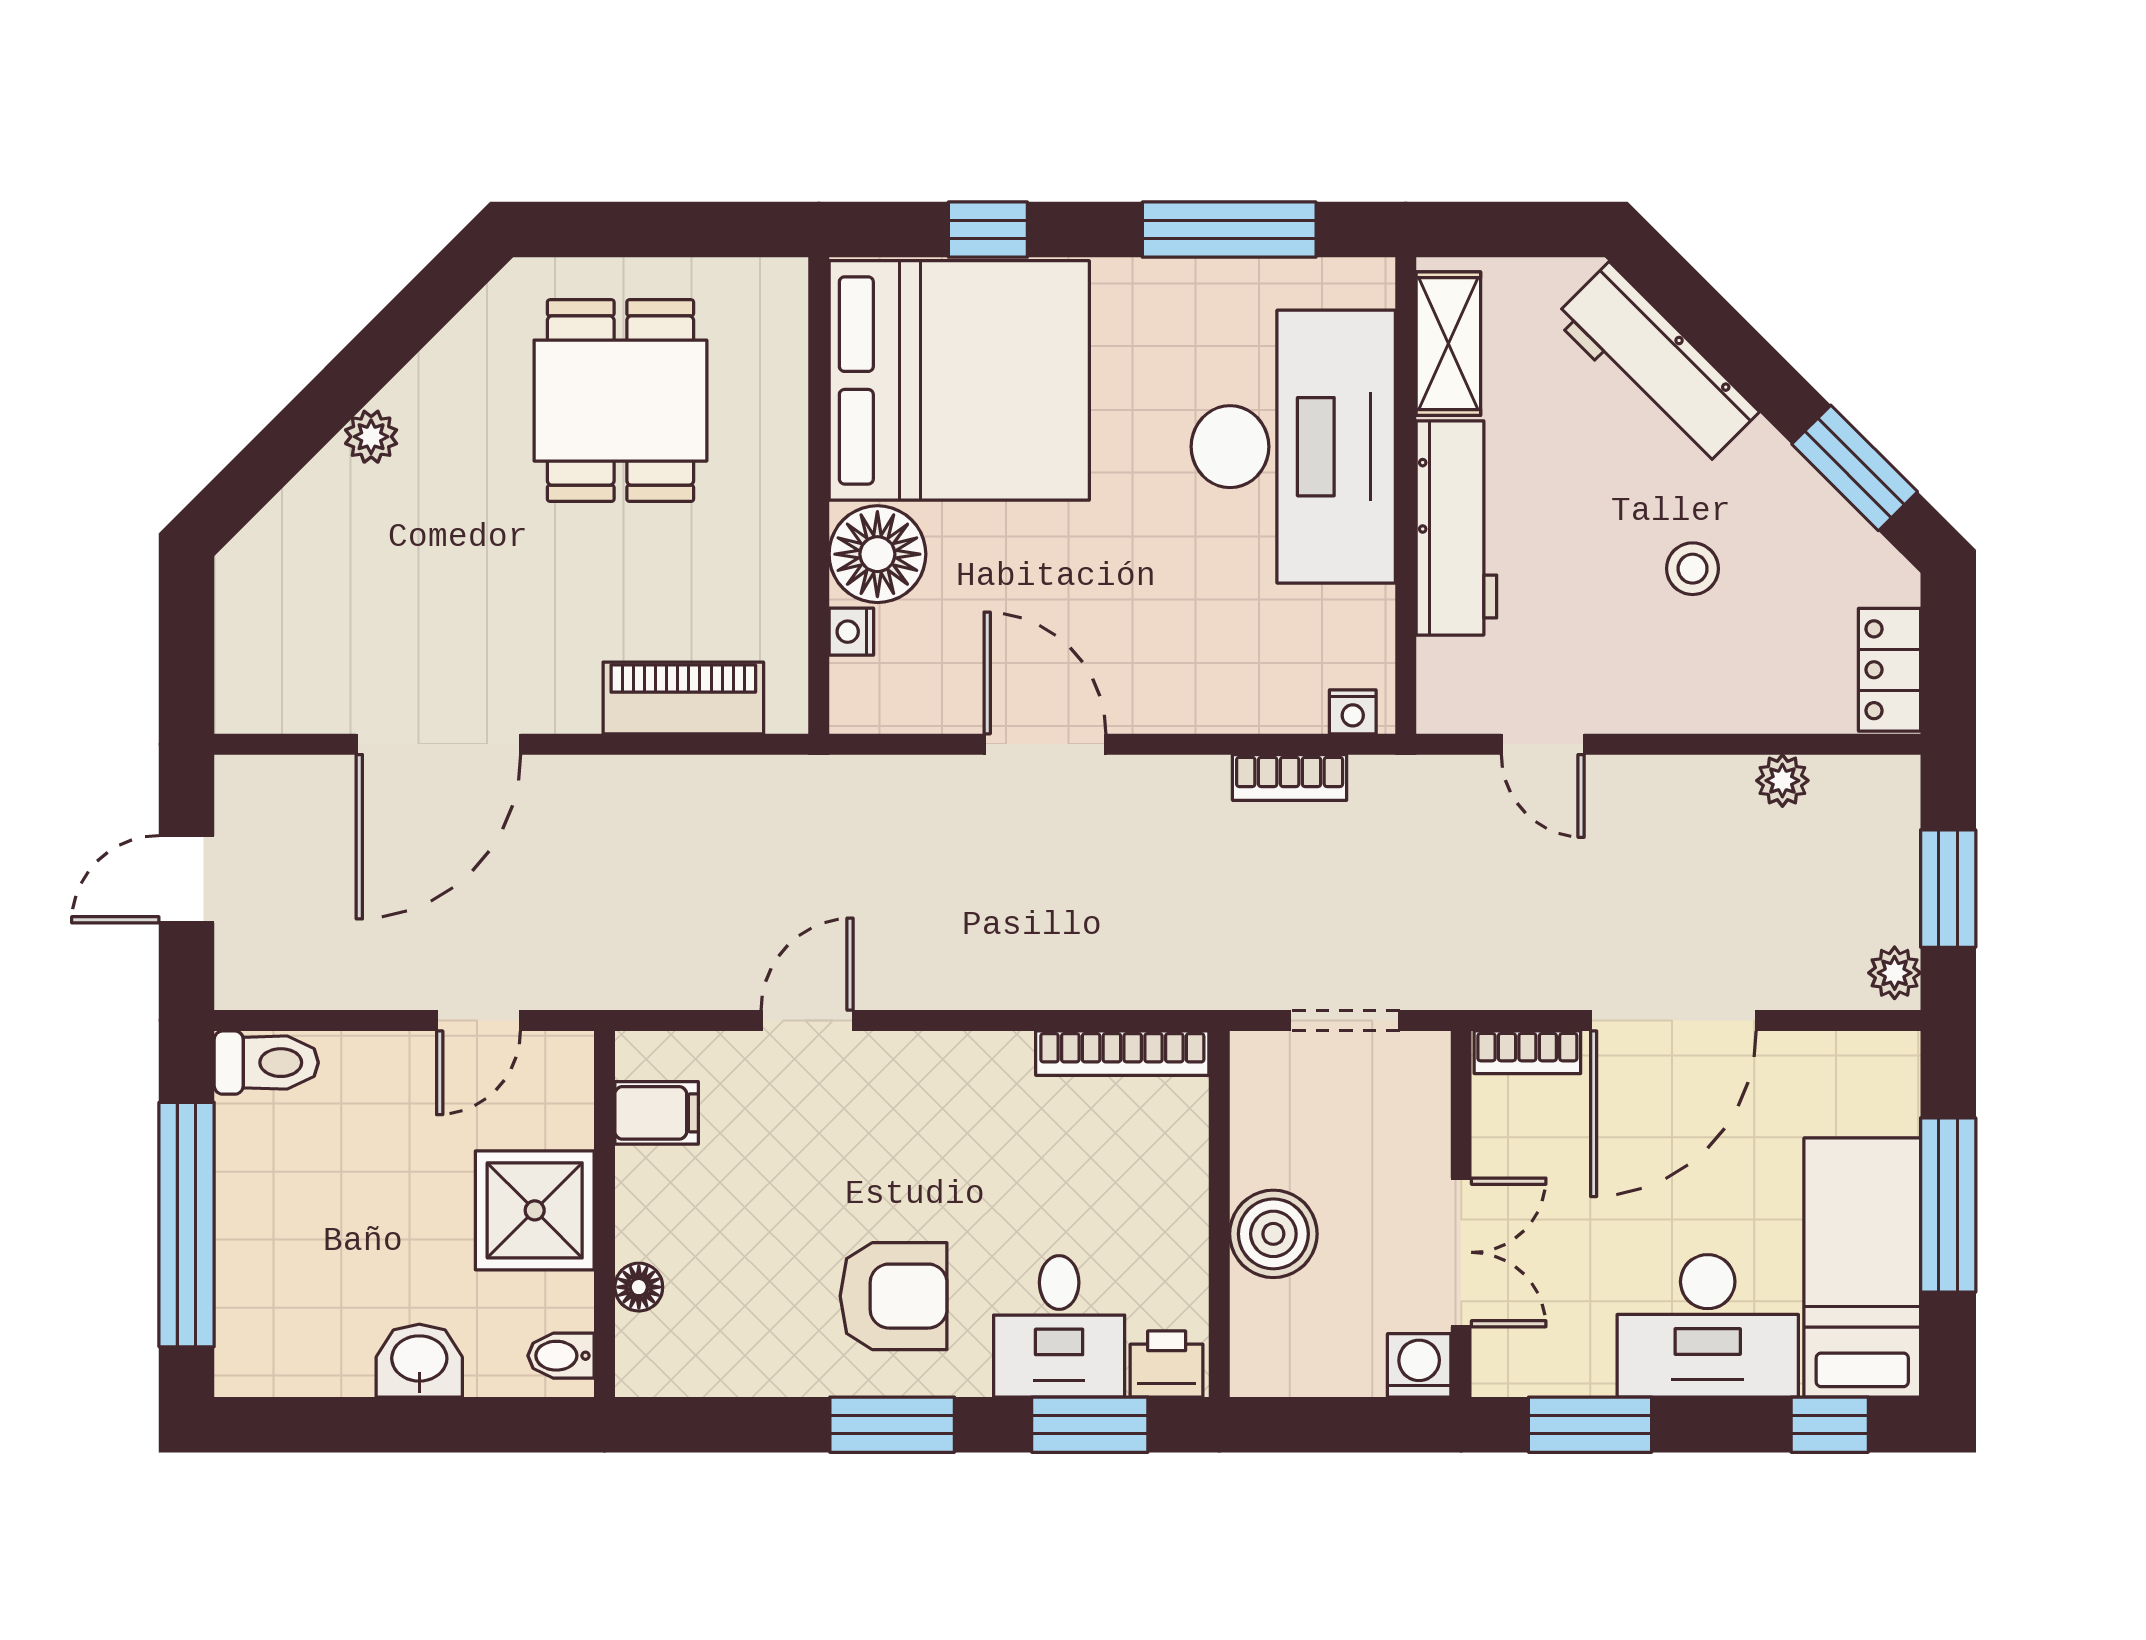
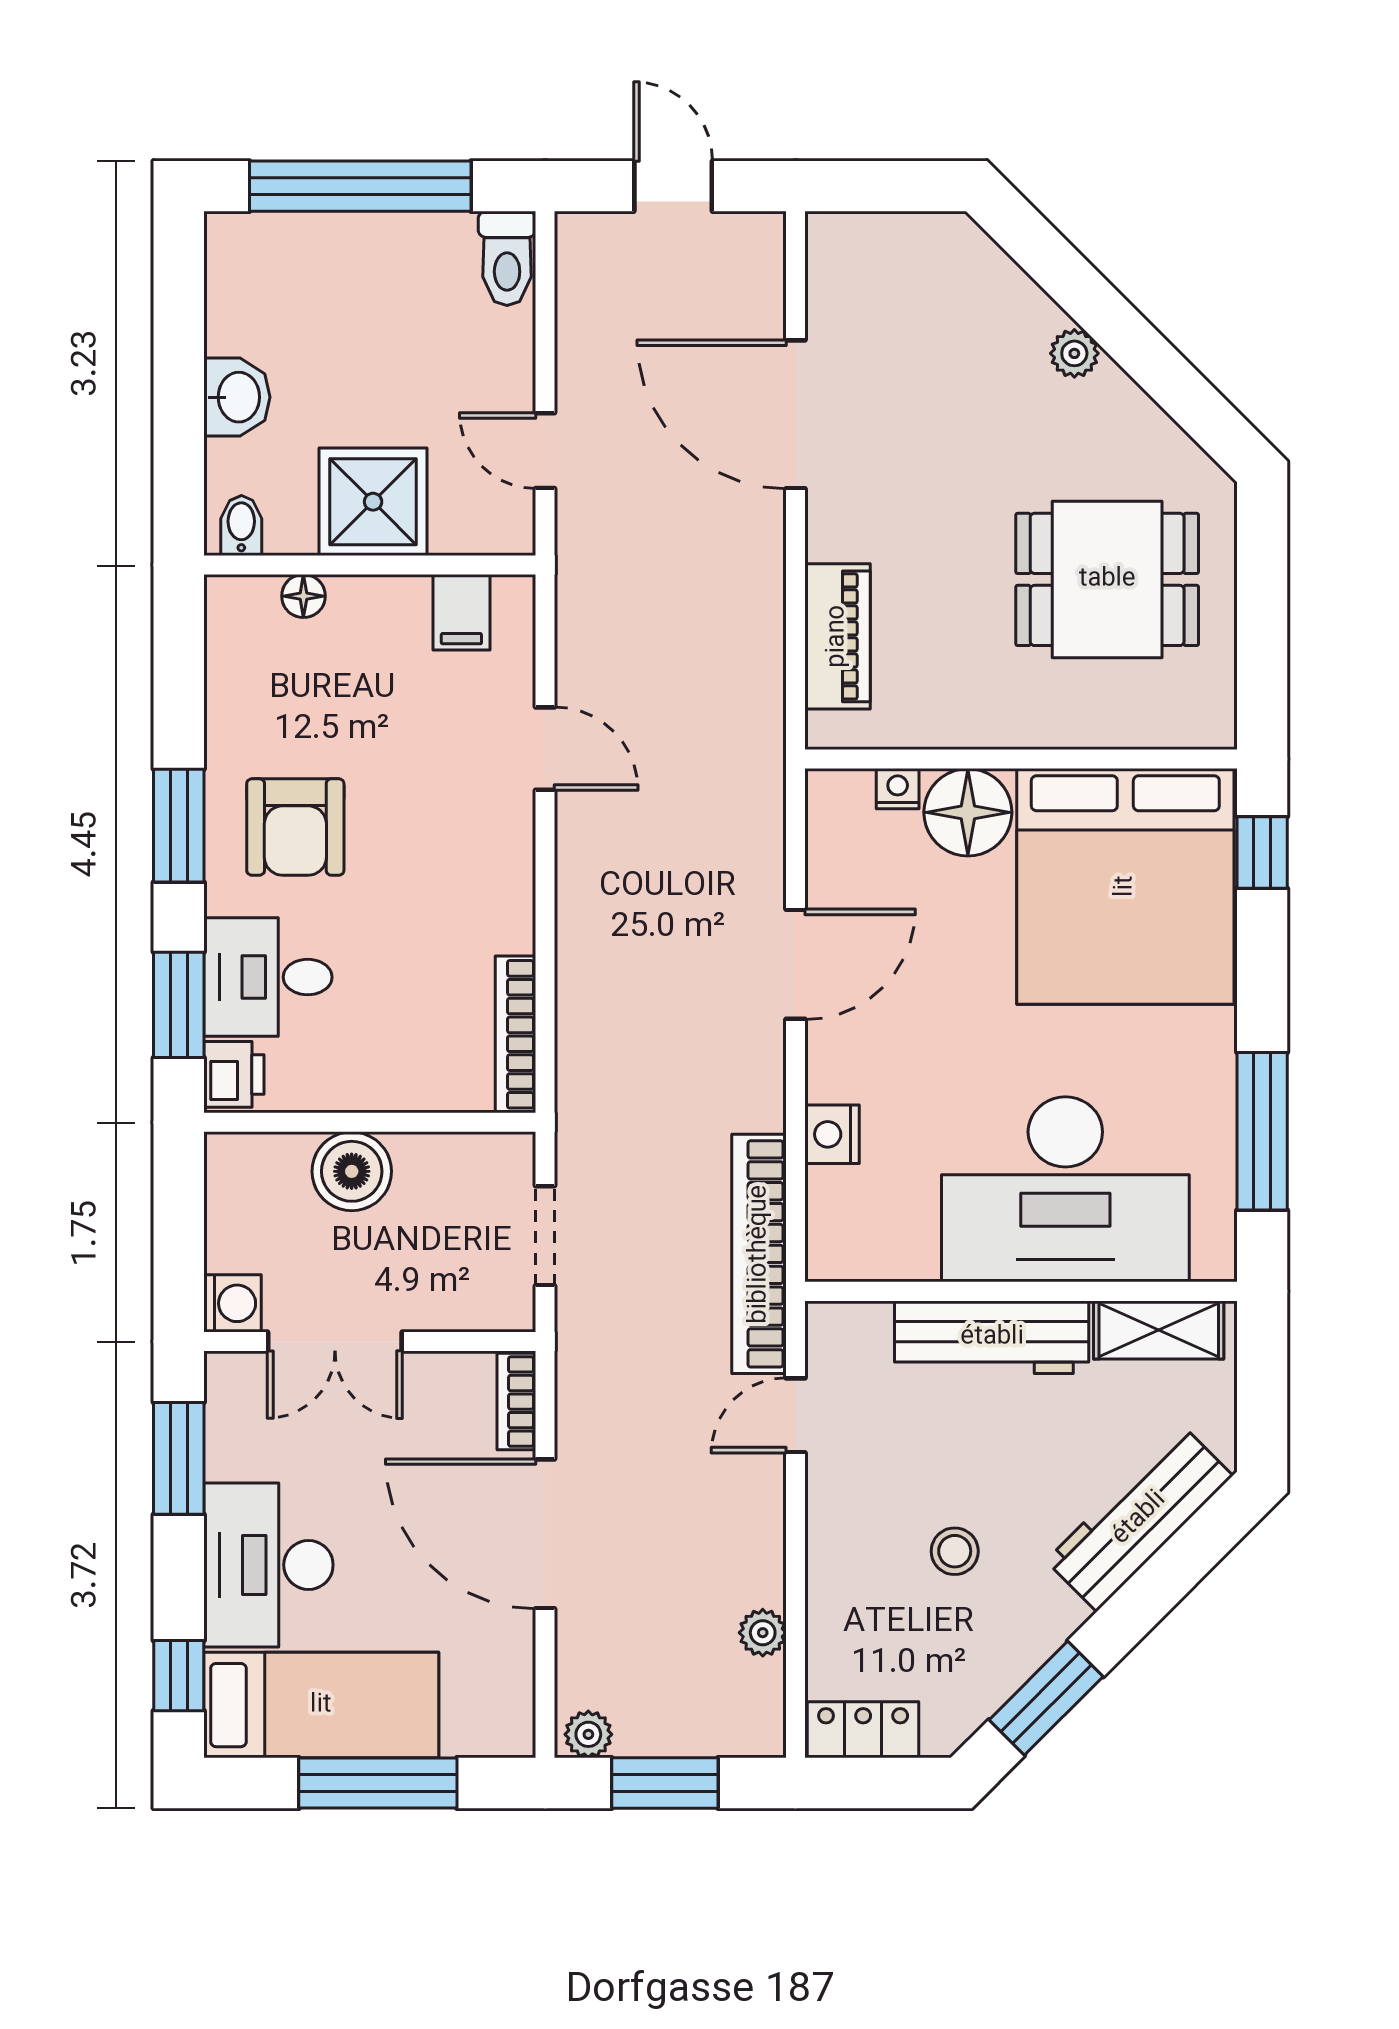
window: (988, 230) -> (1262, 852), moved
nightstand: (1353, 712) -> (832, 1134), moved, width x1.39, depth x1.35
bookcase: (1290, 777) -> (759, 1254), width x2.31, depth x1.31

